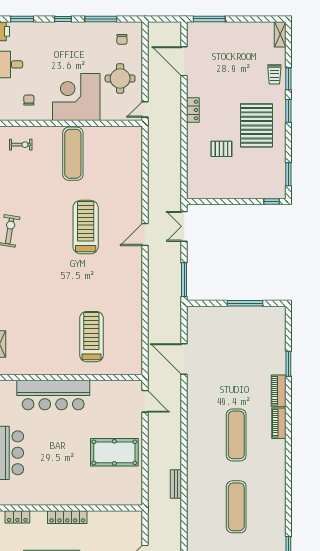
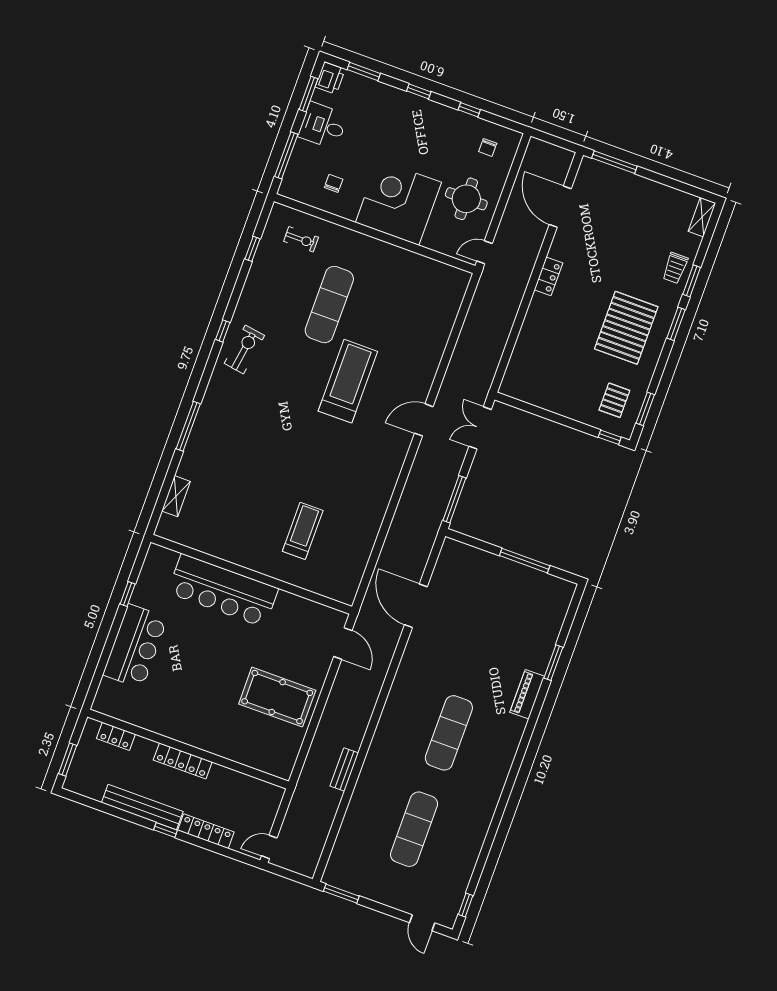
window: (101, 19) -> (469, 110), width x0.46
pallet: (221, 149) -> (614, 400), moved, turned 90
exercise mat: (73, 154) -> (329, 305), moved
treadmill: (91, 337) -> (303, 531), width x0.73, depth x0.73
piano: (279, 423) -> (512, 738), removed

